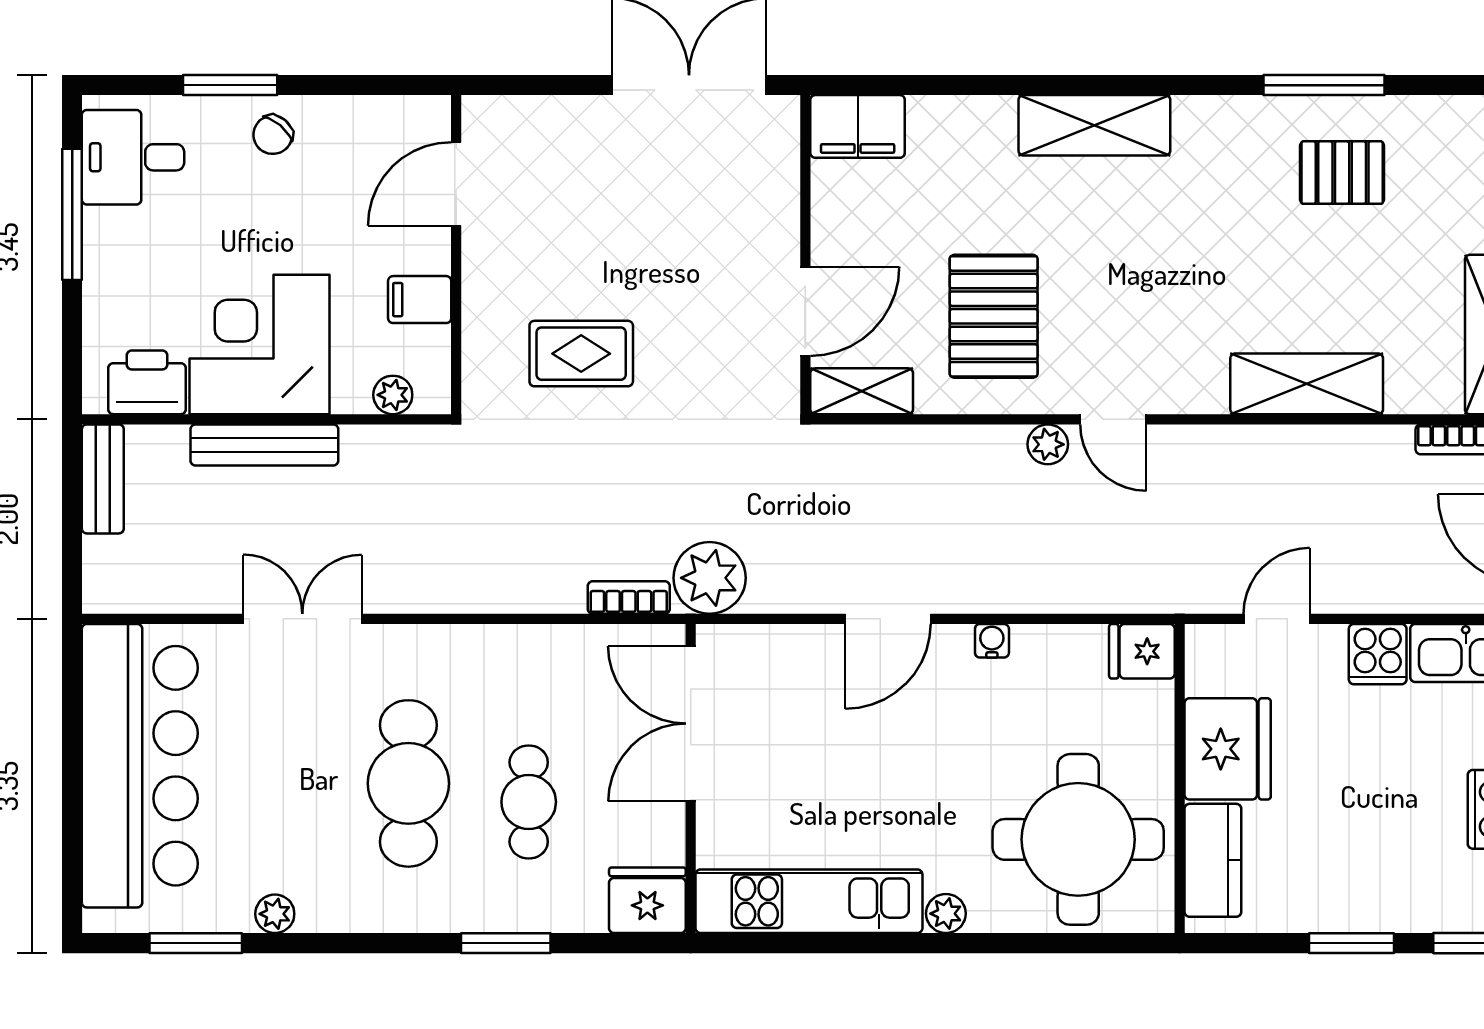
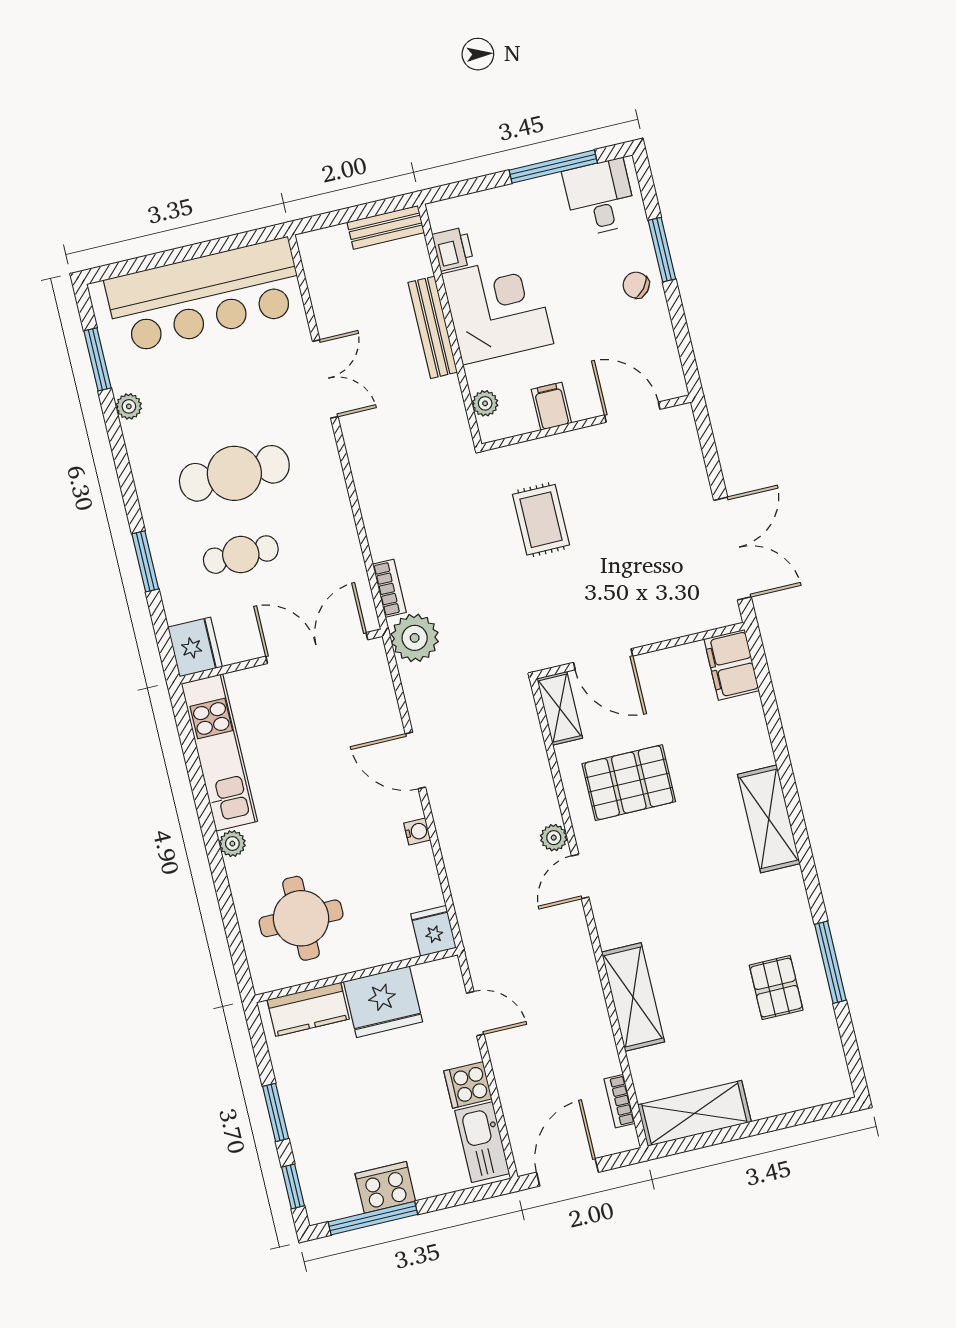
printer: (147, 382) -> (453, 249), width x0.73, depth x0.81
round table: (1078, 839) -> (301, 918), width x0.73, depth x0.73

